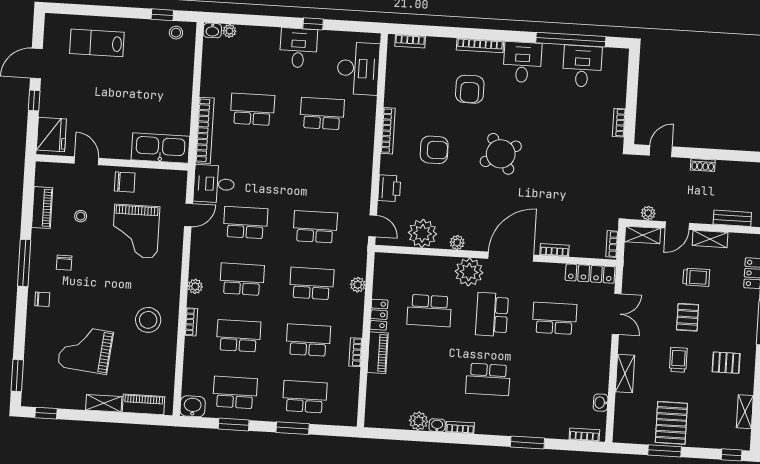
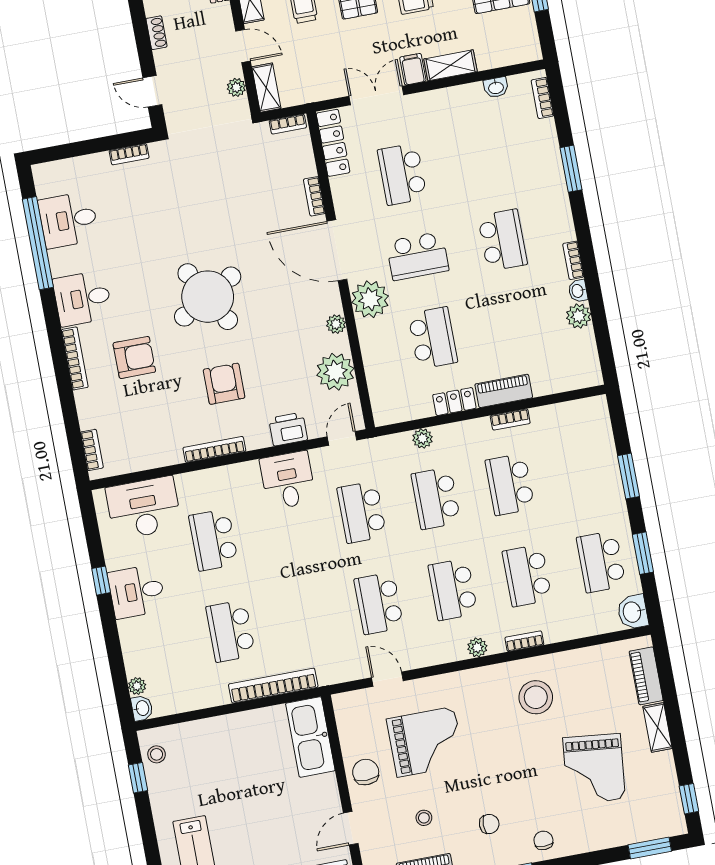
round table: (501, 154) -> (208, 297), width x1.36, depth x1.36
desk: (214, 184) -> (288, 480), moved, turned 180
filing cabinet: (629, 345) -> (413, 69), added
school desk: (305, 397) -> (584, 471), removed

